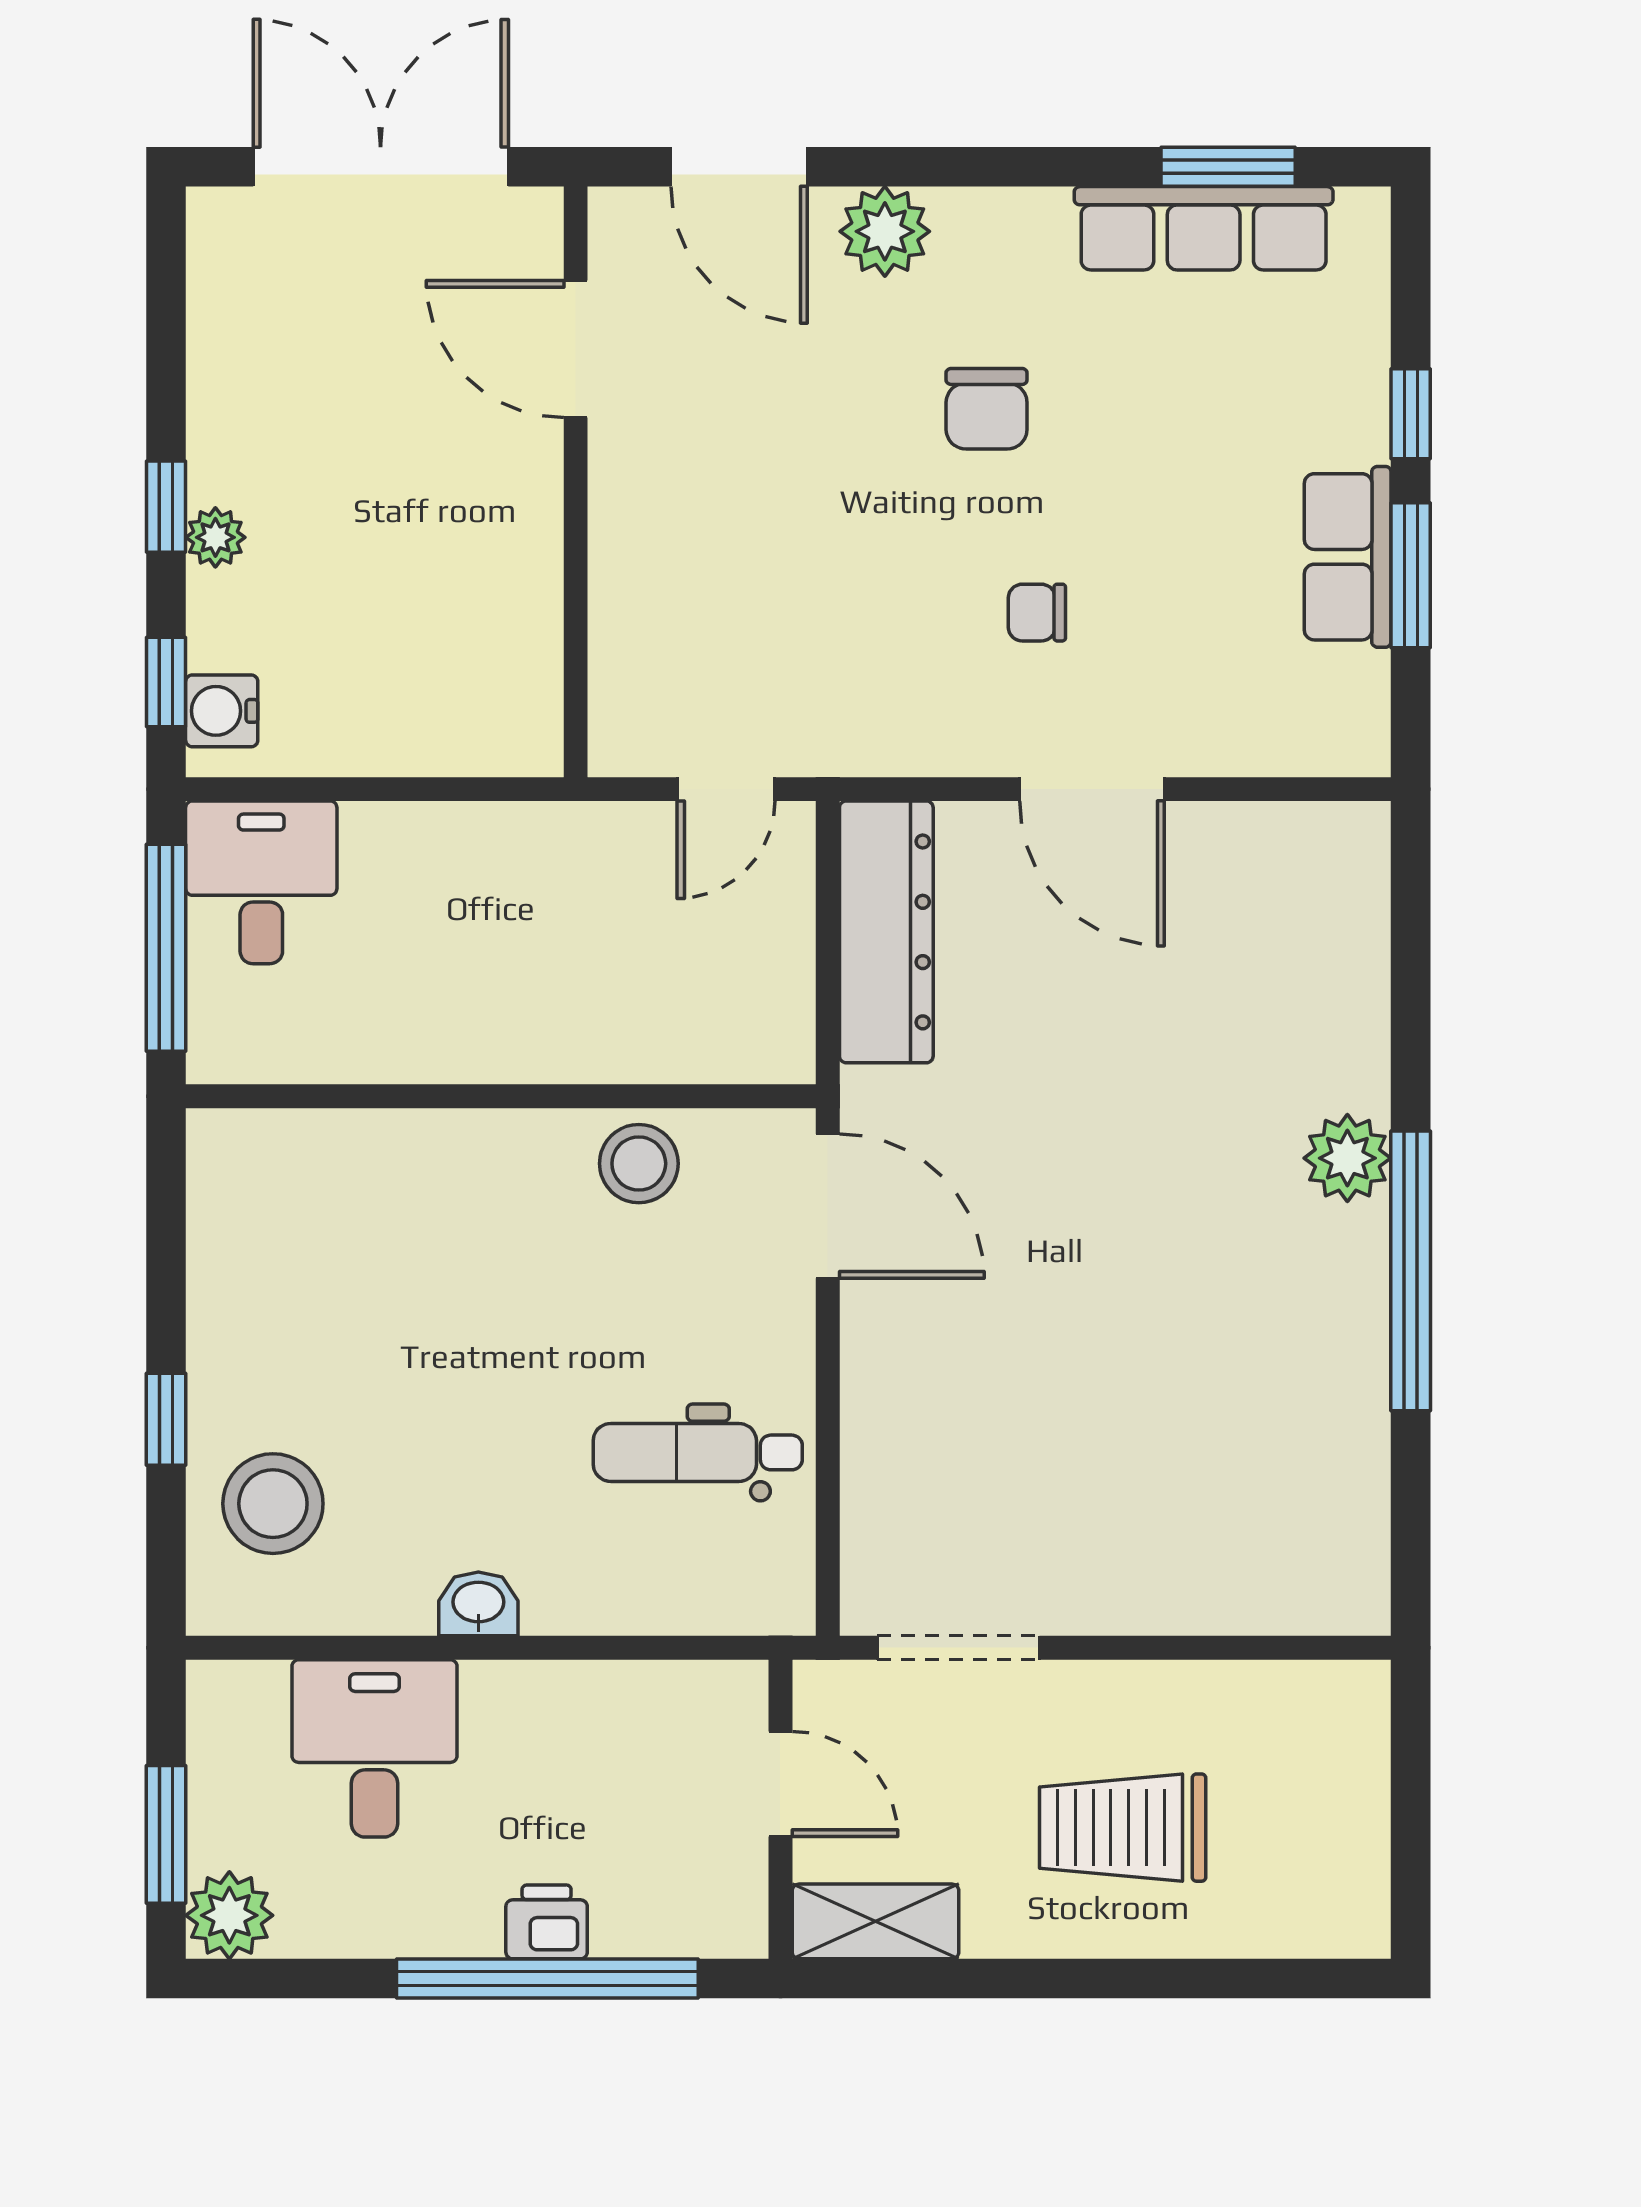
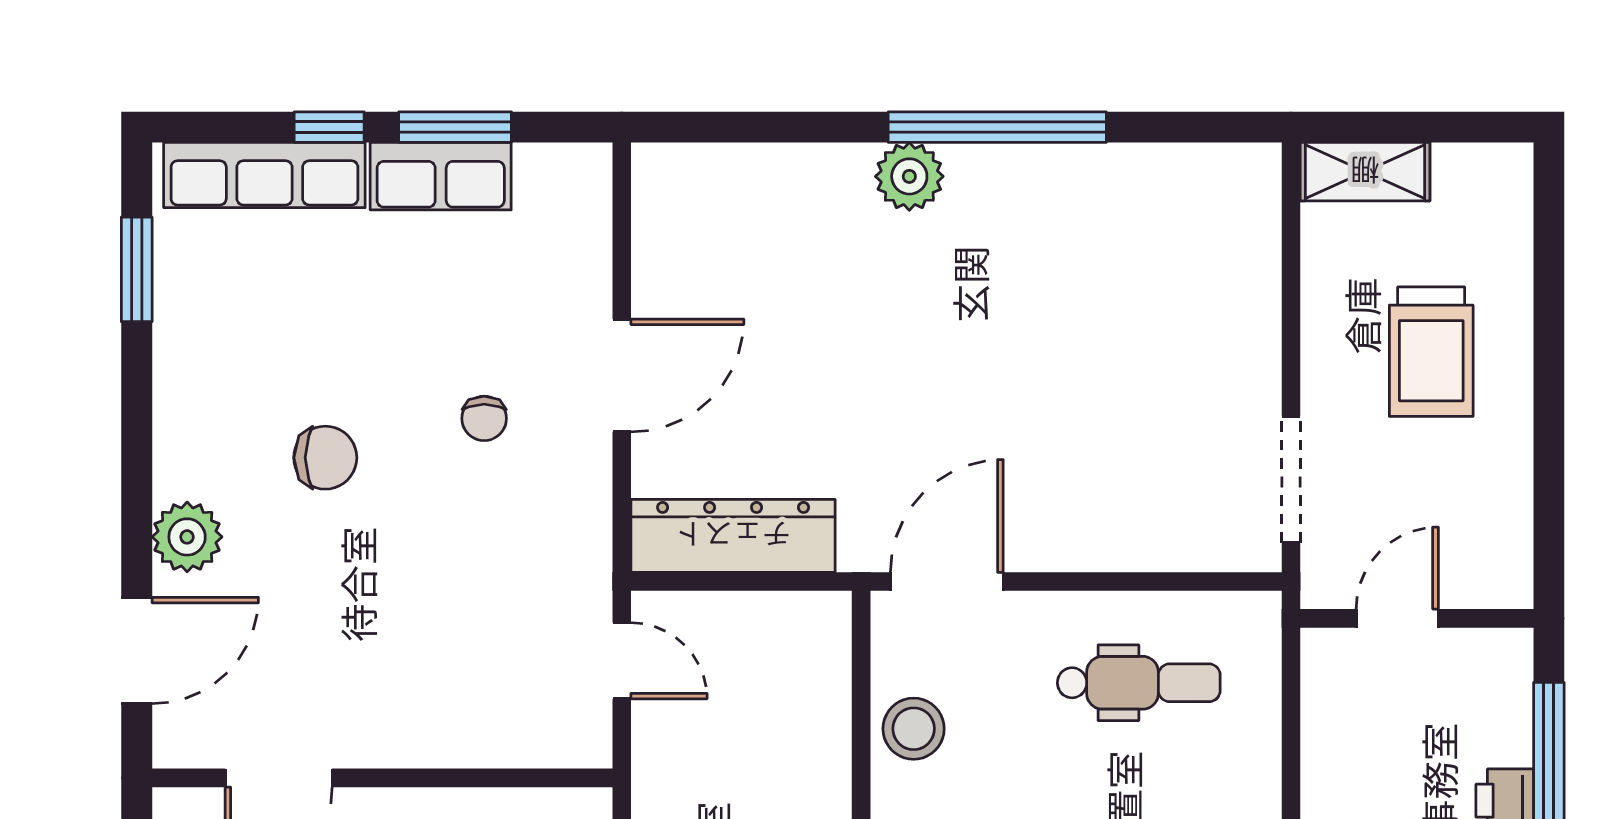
row of seats: (1204, 228) -> (264, 175), moved, turned 90
dental chair: (698, 1452) -> (1139, 683), turned -90
shelving: (875, 1921) -> (1365, 172), moved, turned 90

